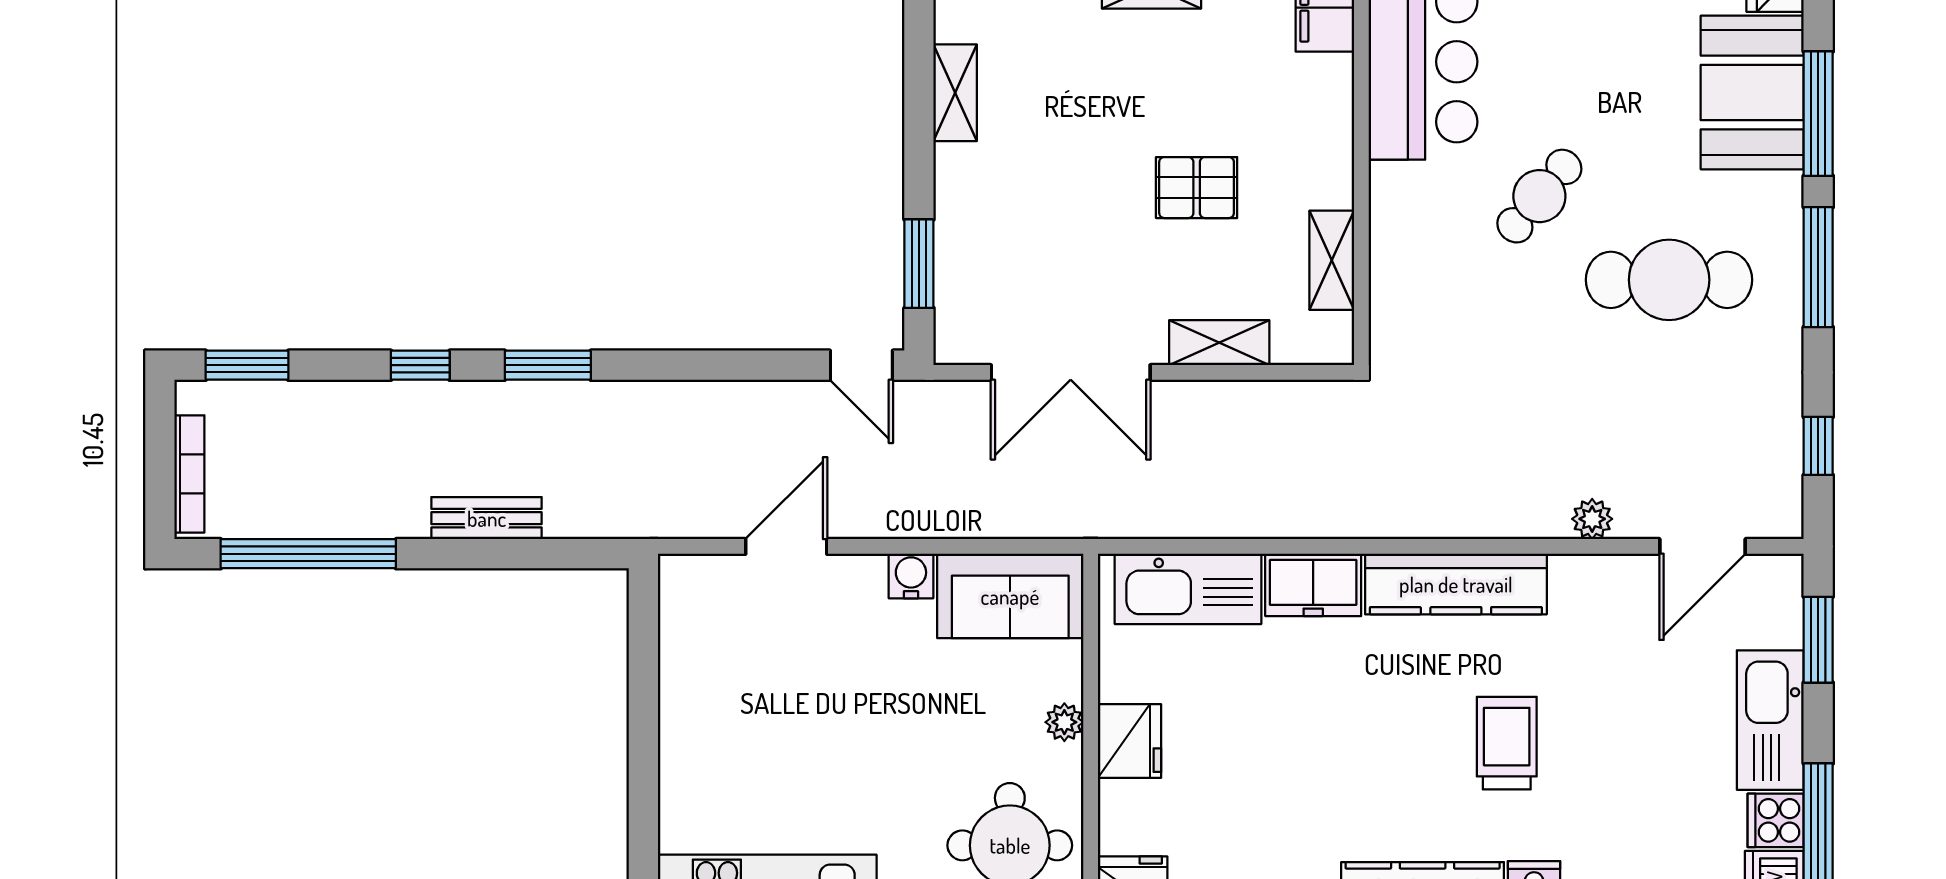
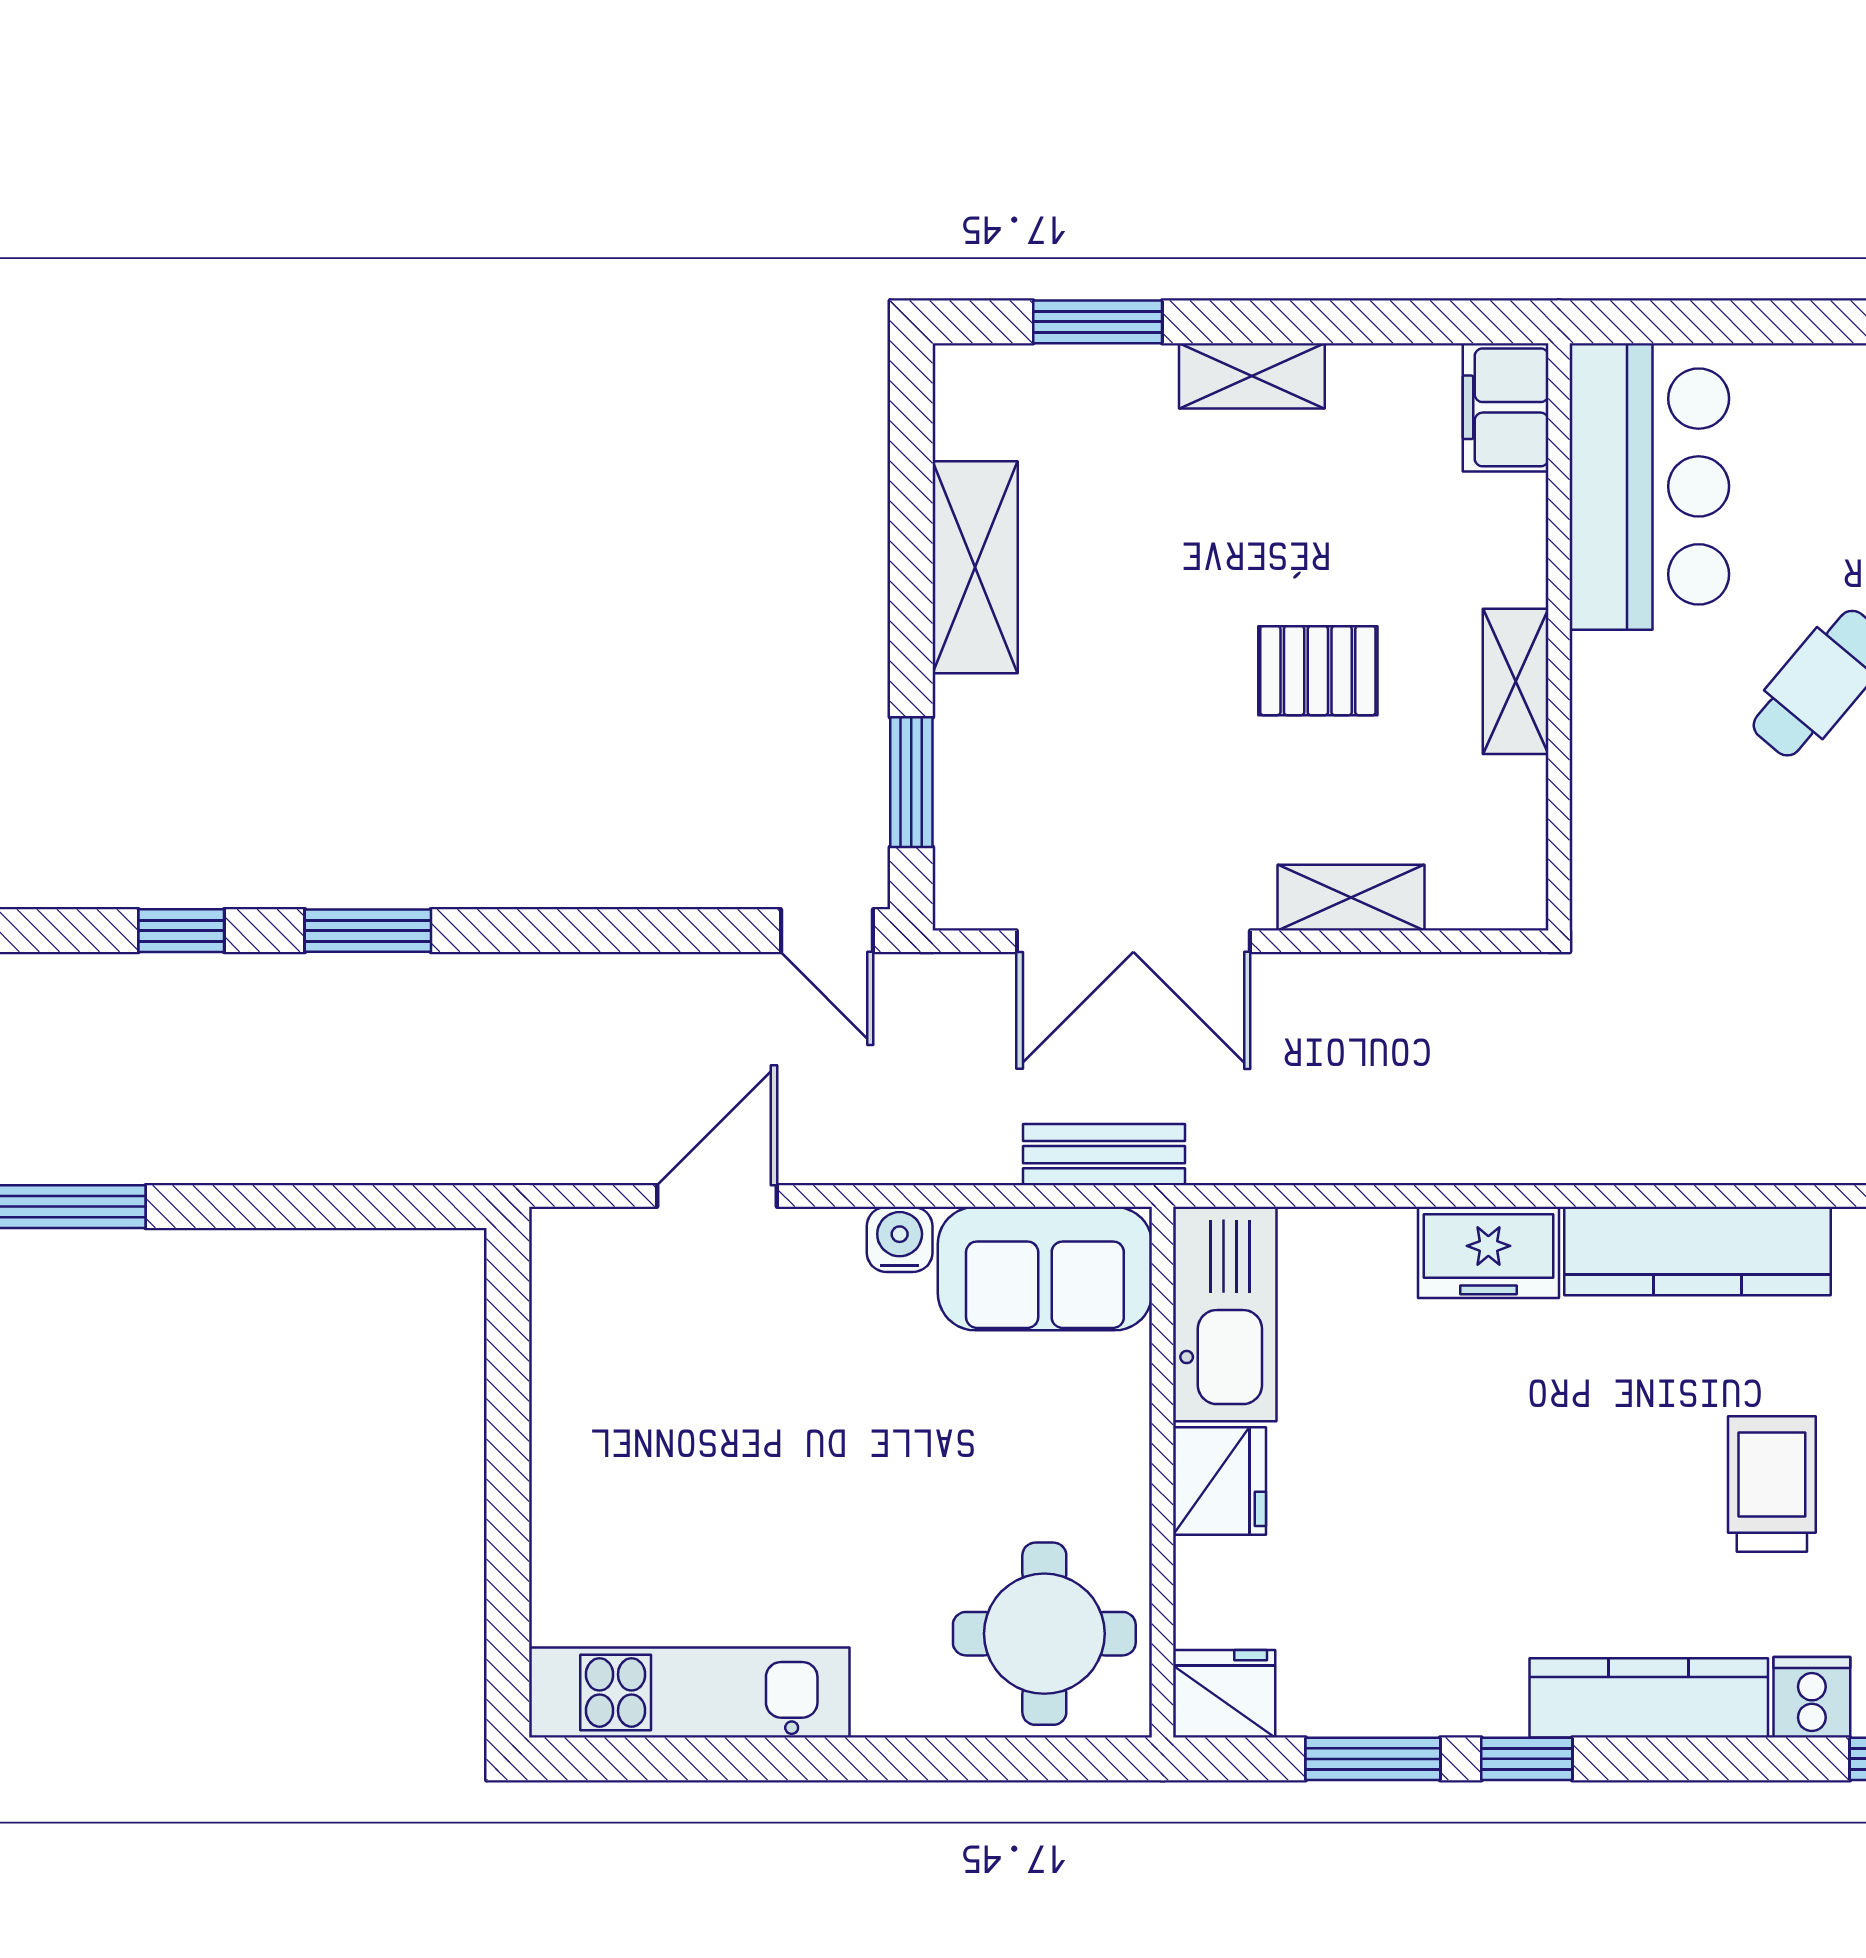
shelving: (955, 93) -> (975, 567), width x1.50, depth x1.33
shelving: (1332, 260) -> (1516, 681), moved
bench: (487, 518) -> (1104, 1155), moved
kitchen sink: (1188, 589) -> (1225, 1314), moved, turned -90
plant: (1064, 722) -> (1124, 1453), removed

